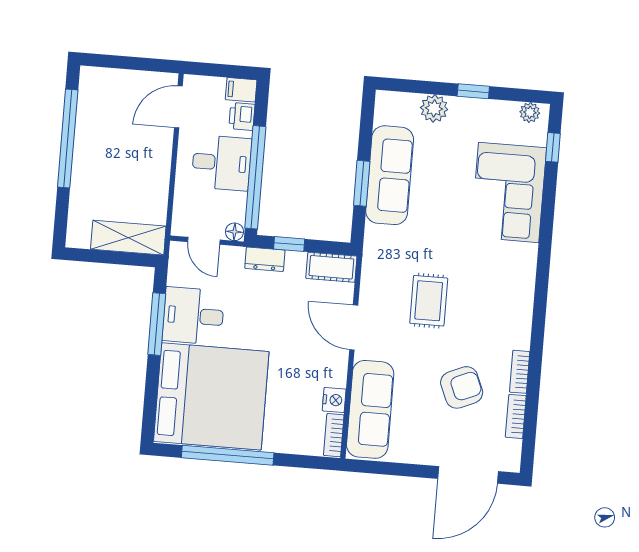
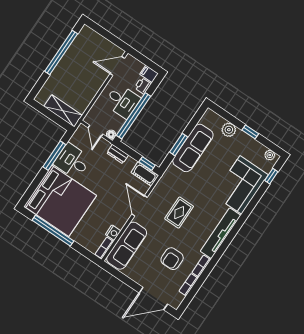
window: (289, 244) -> (147, 164), moved
tv unit: (521, 296) -> (221, 233), added
armchair: (462, 387) -> (172, 259), turned 113

